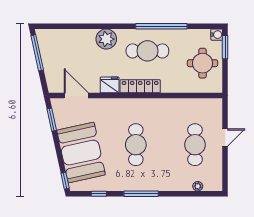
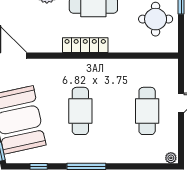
fridge: (110, 85) -> (51, 44), removed
plant: (198, 186) -> (171, 158), moved

